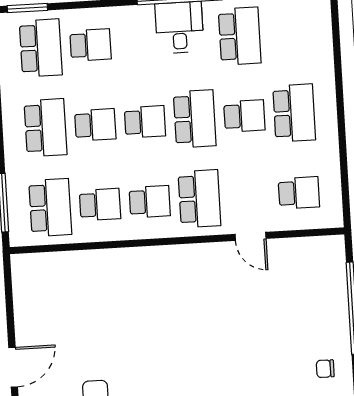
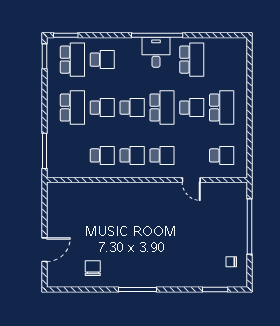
school desk: (199, 199) -> (162, 155), width x0.54
school desk: (50, 208) -> (72, 155), removed

